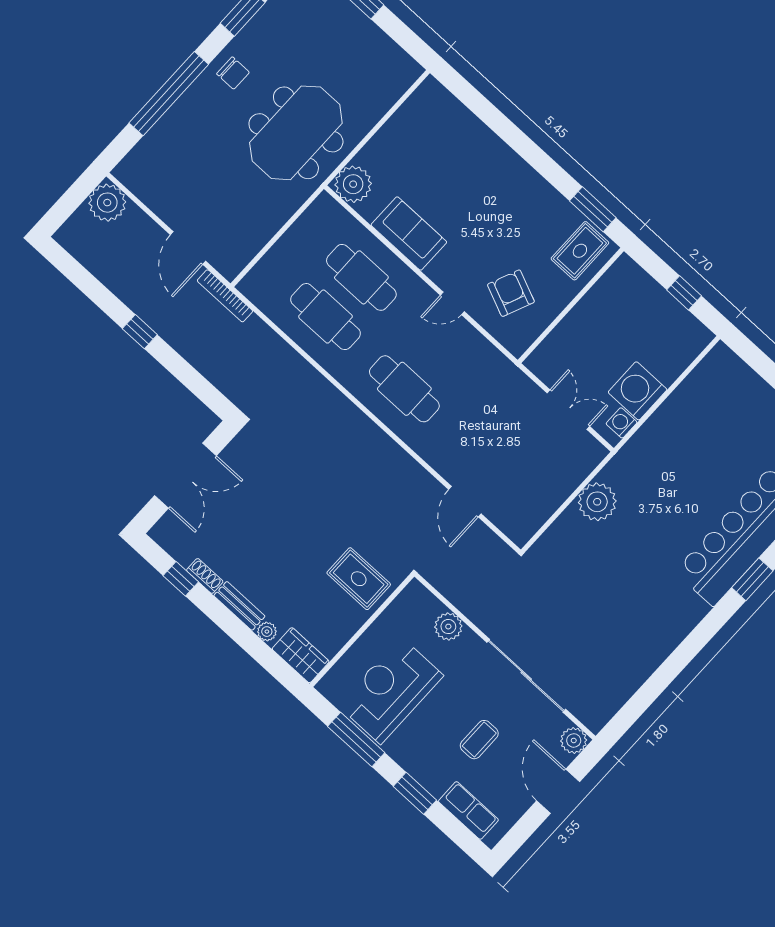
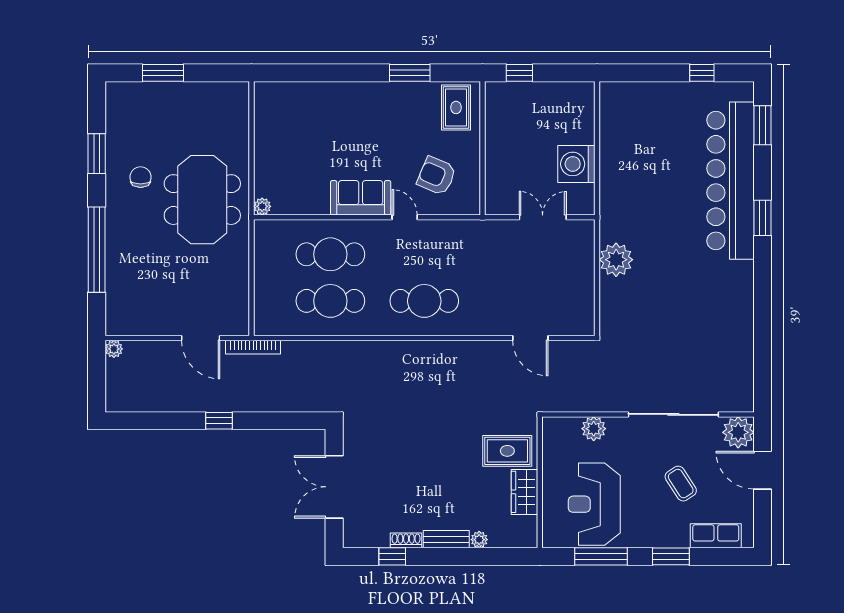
chair: (233, 73) -> (141, 177), moved, turned -90
plant: (353, 184) -> (262, 206), width x0.53, depth x0.53
plant: (107, 203) -> (114, 349), width x0.53, depth x0.53
window: (593, 209) -> (410, 73), moved
sofa: (409, 234) -> (361, 198), moved
window: (684, 293) -> (519, 73), moved
door: (452, 303) -> (405, 217), swing flipped
washing machine: (622, 423) -> (585, 194), removed
double door: (186, 476) -> (334, 487), swing flipped
wardrobe: (301, 655) -> (525, 492), moved, turned -90
coffee table: (479, 740) -> (681, 484), turned -33
plant: (574, 740) -> (738, 432), width x1.36, depth x1.36

